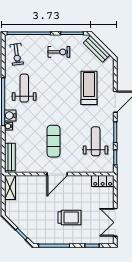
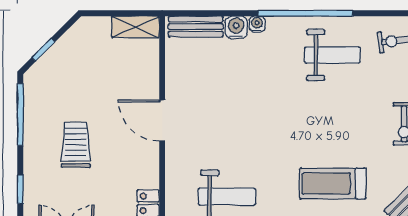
treadmill: (89, 88) -> (333, 184), turned 180
water cooler: (10, 116) -> (236, 27), moved
exercise mat: (53, 141) -> (227, 113), removed
trolley: (70, 218) -> (76, 145), turned 180

